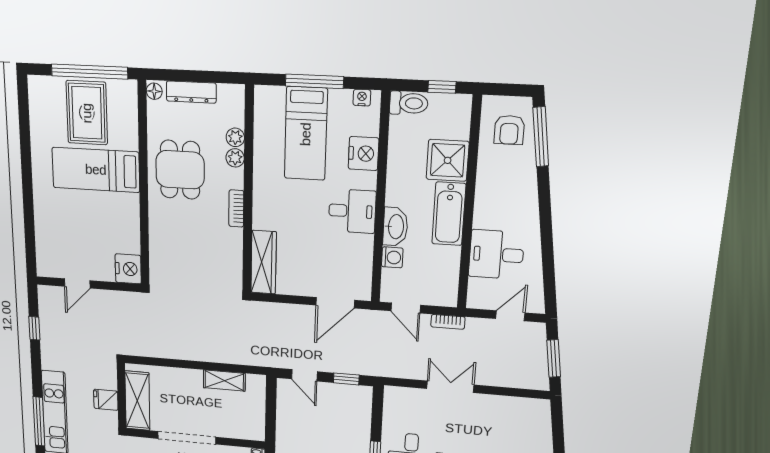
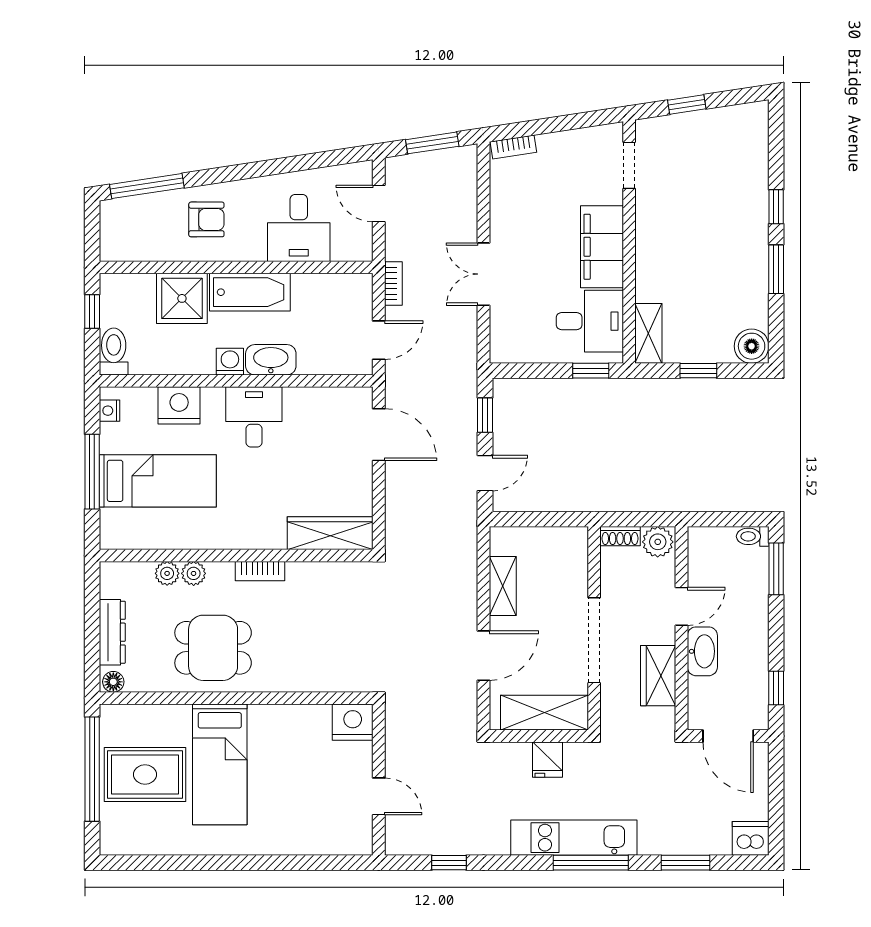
armchair: (509, 130) -> (206, 219), moved
washing machine: (392, 257) -> (230, 362), moved
door: (176, 363) -> (484, 656), added
bookcase: (545, 416) -> (513, 147), added

